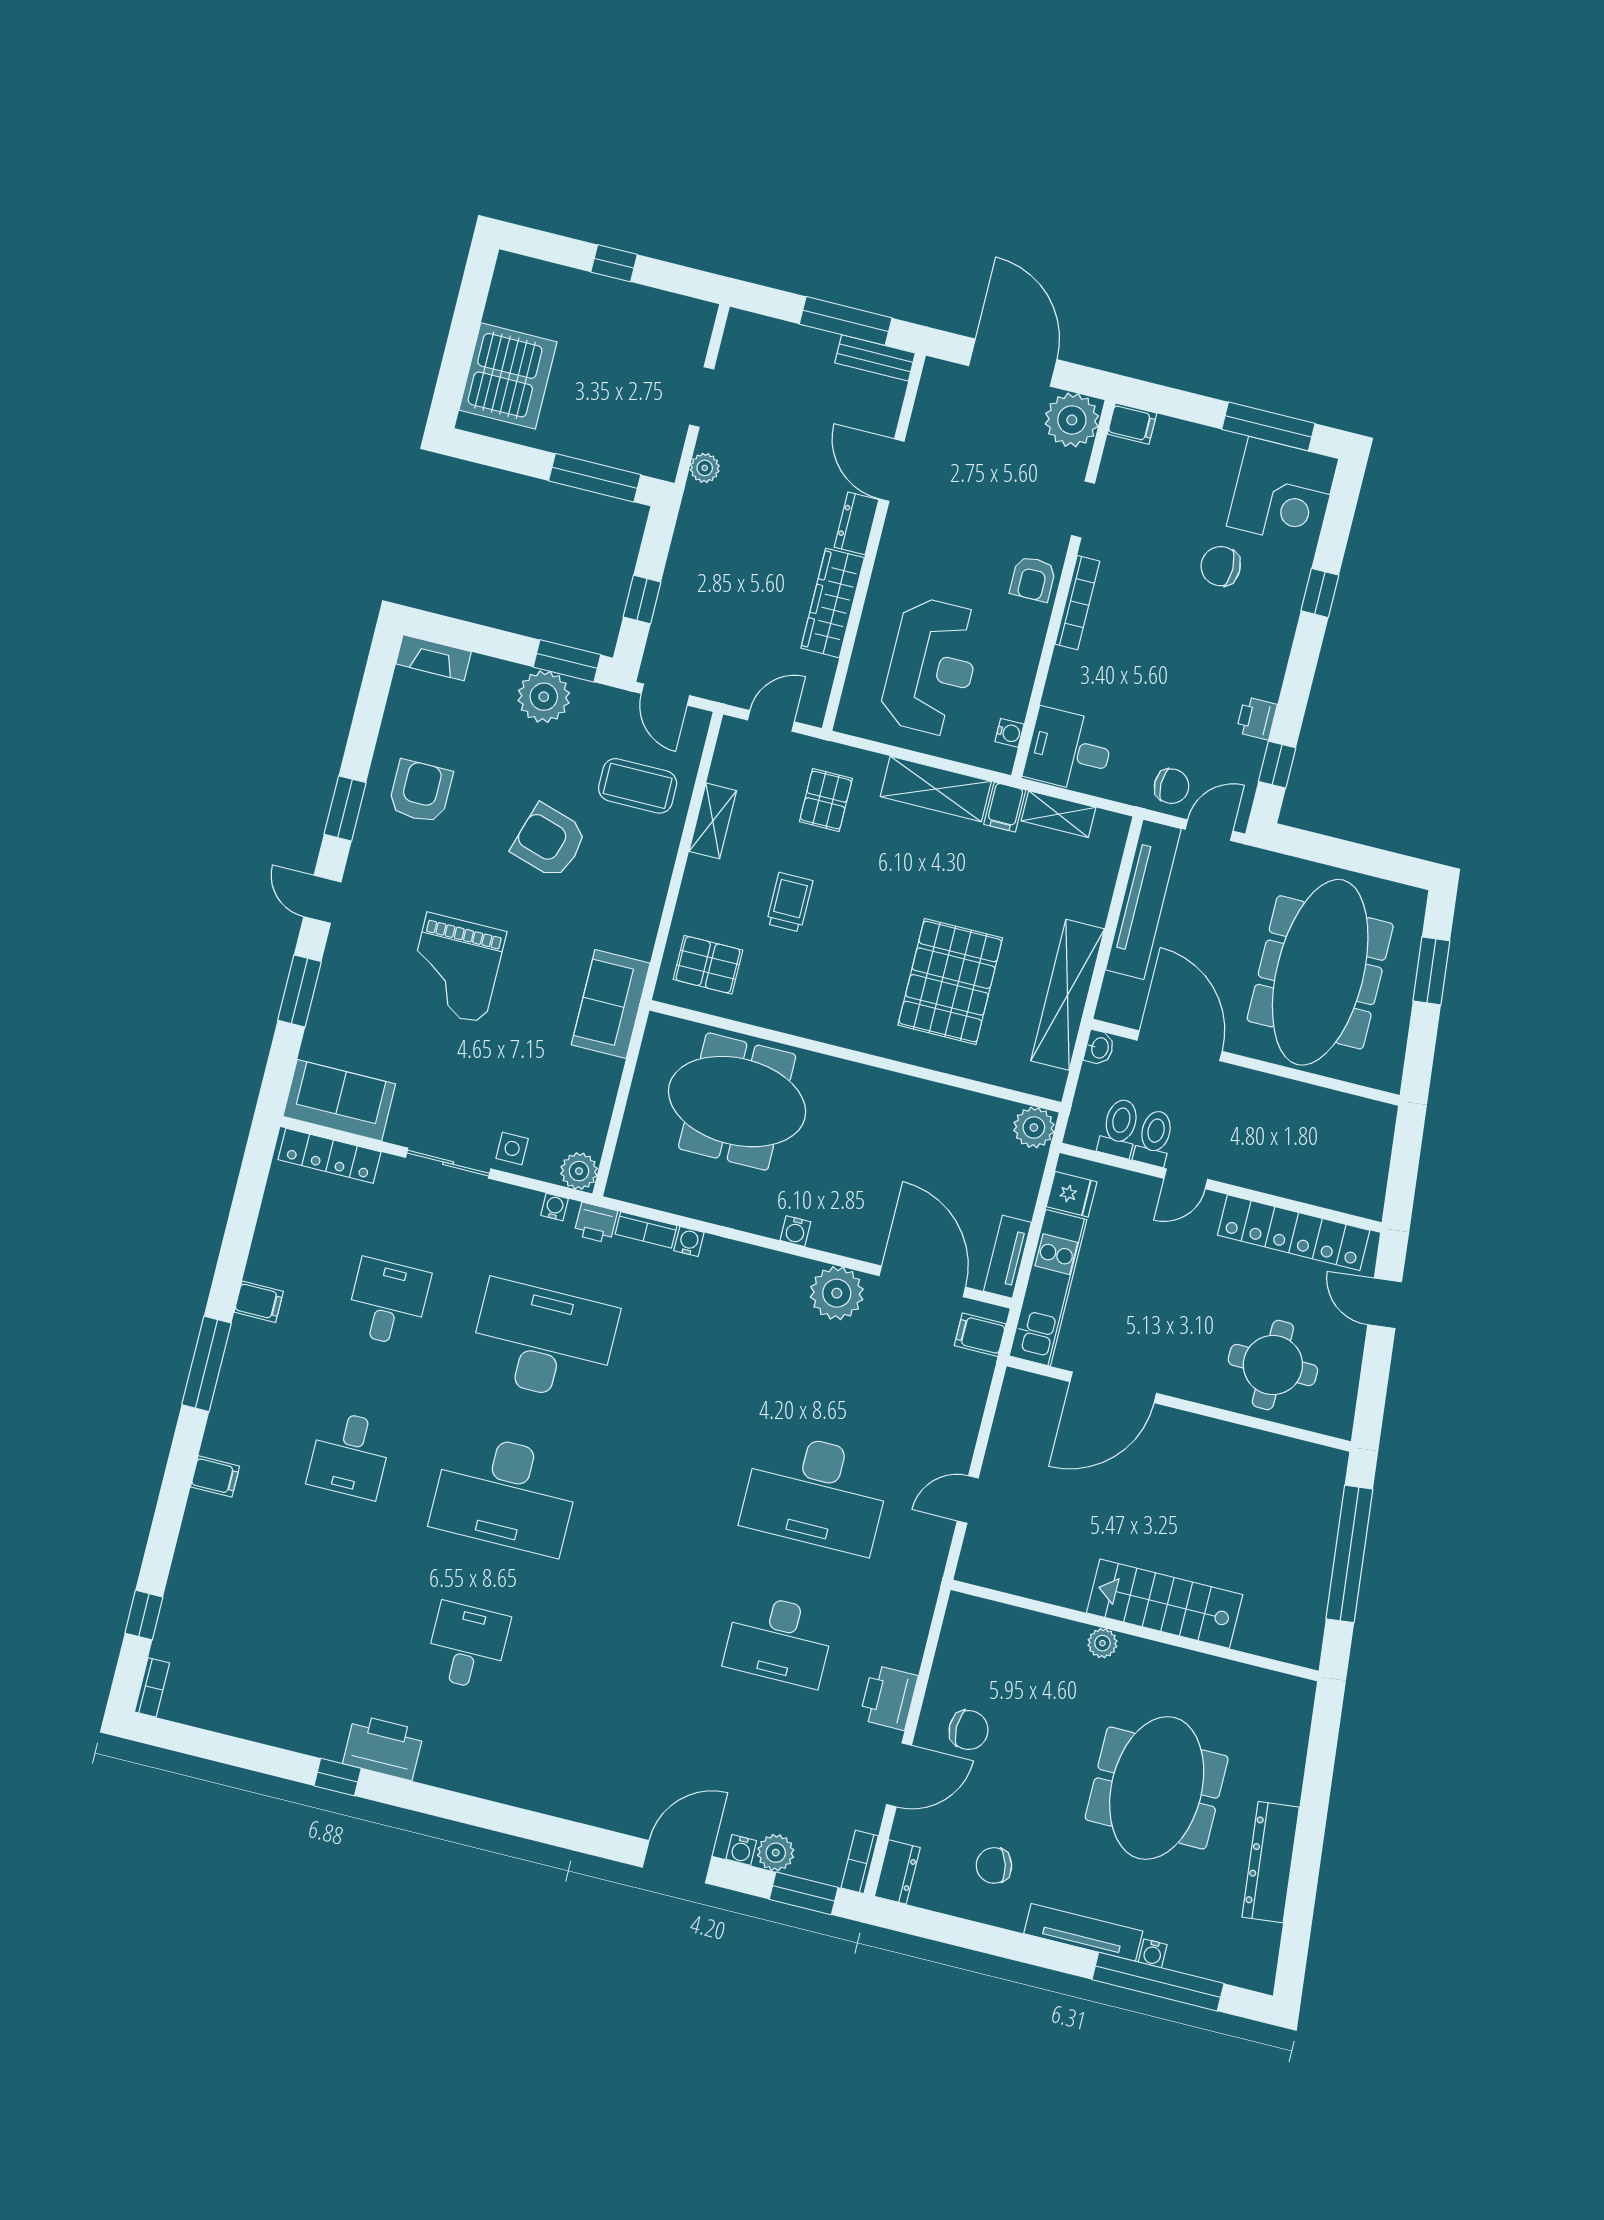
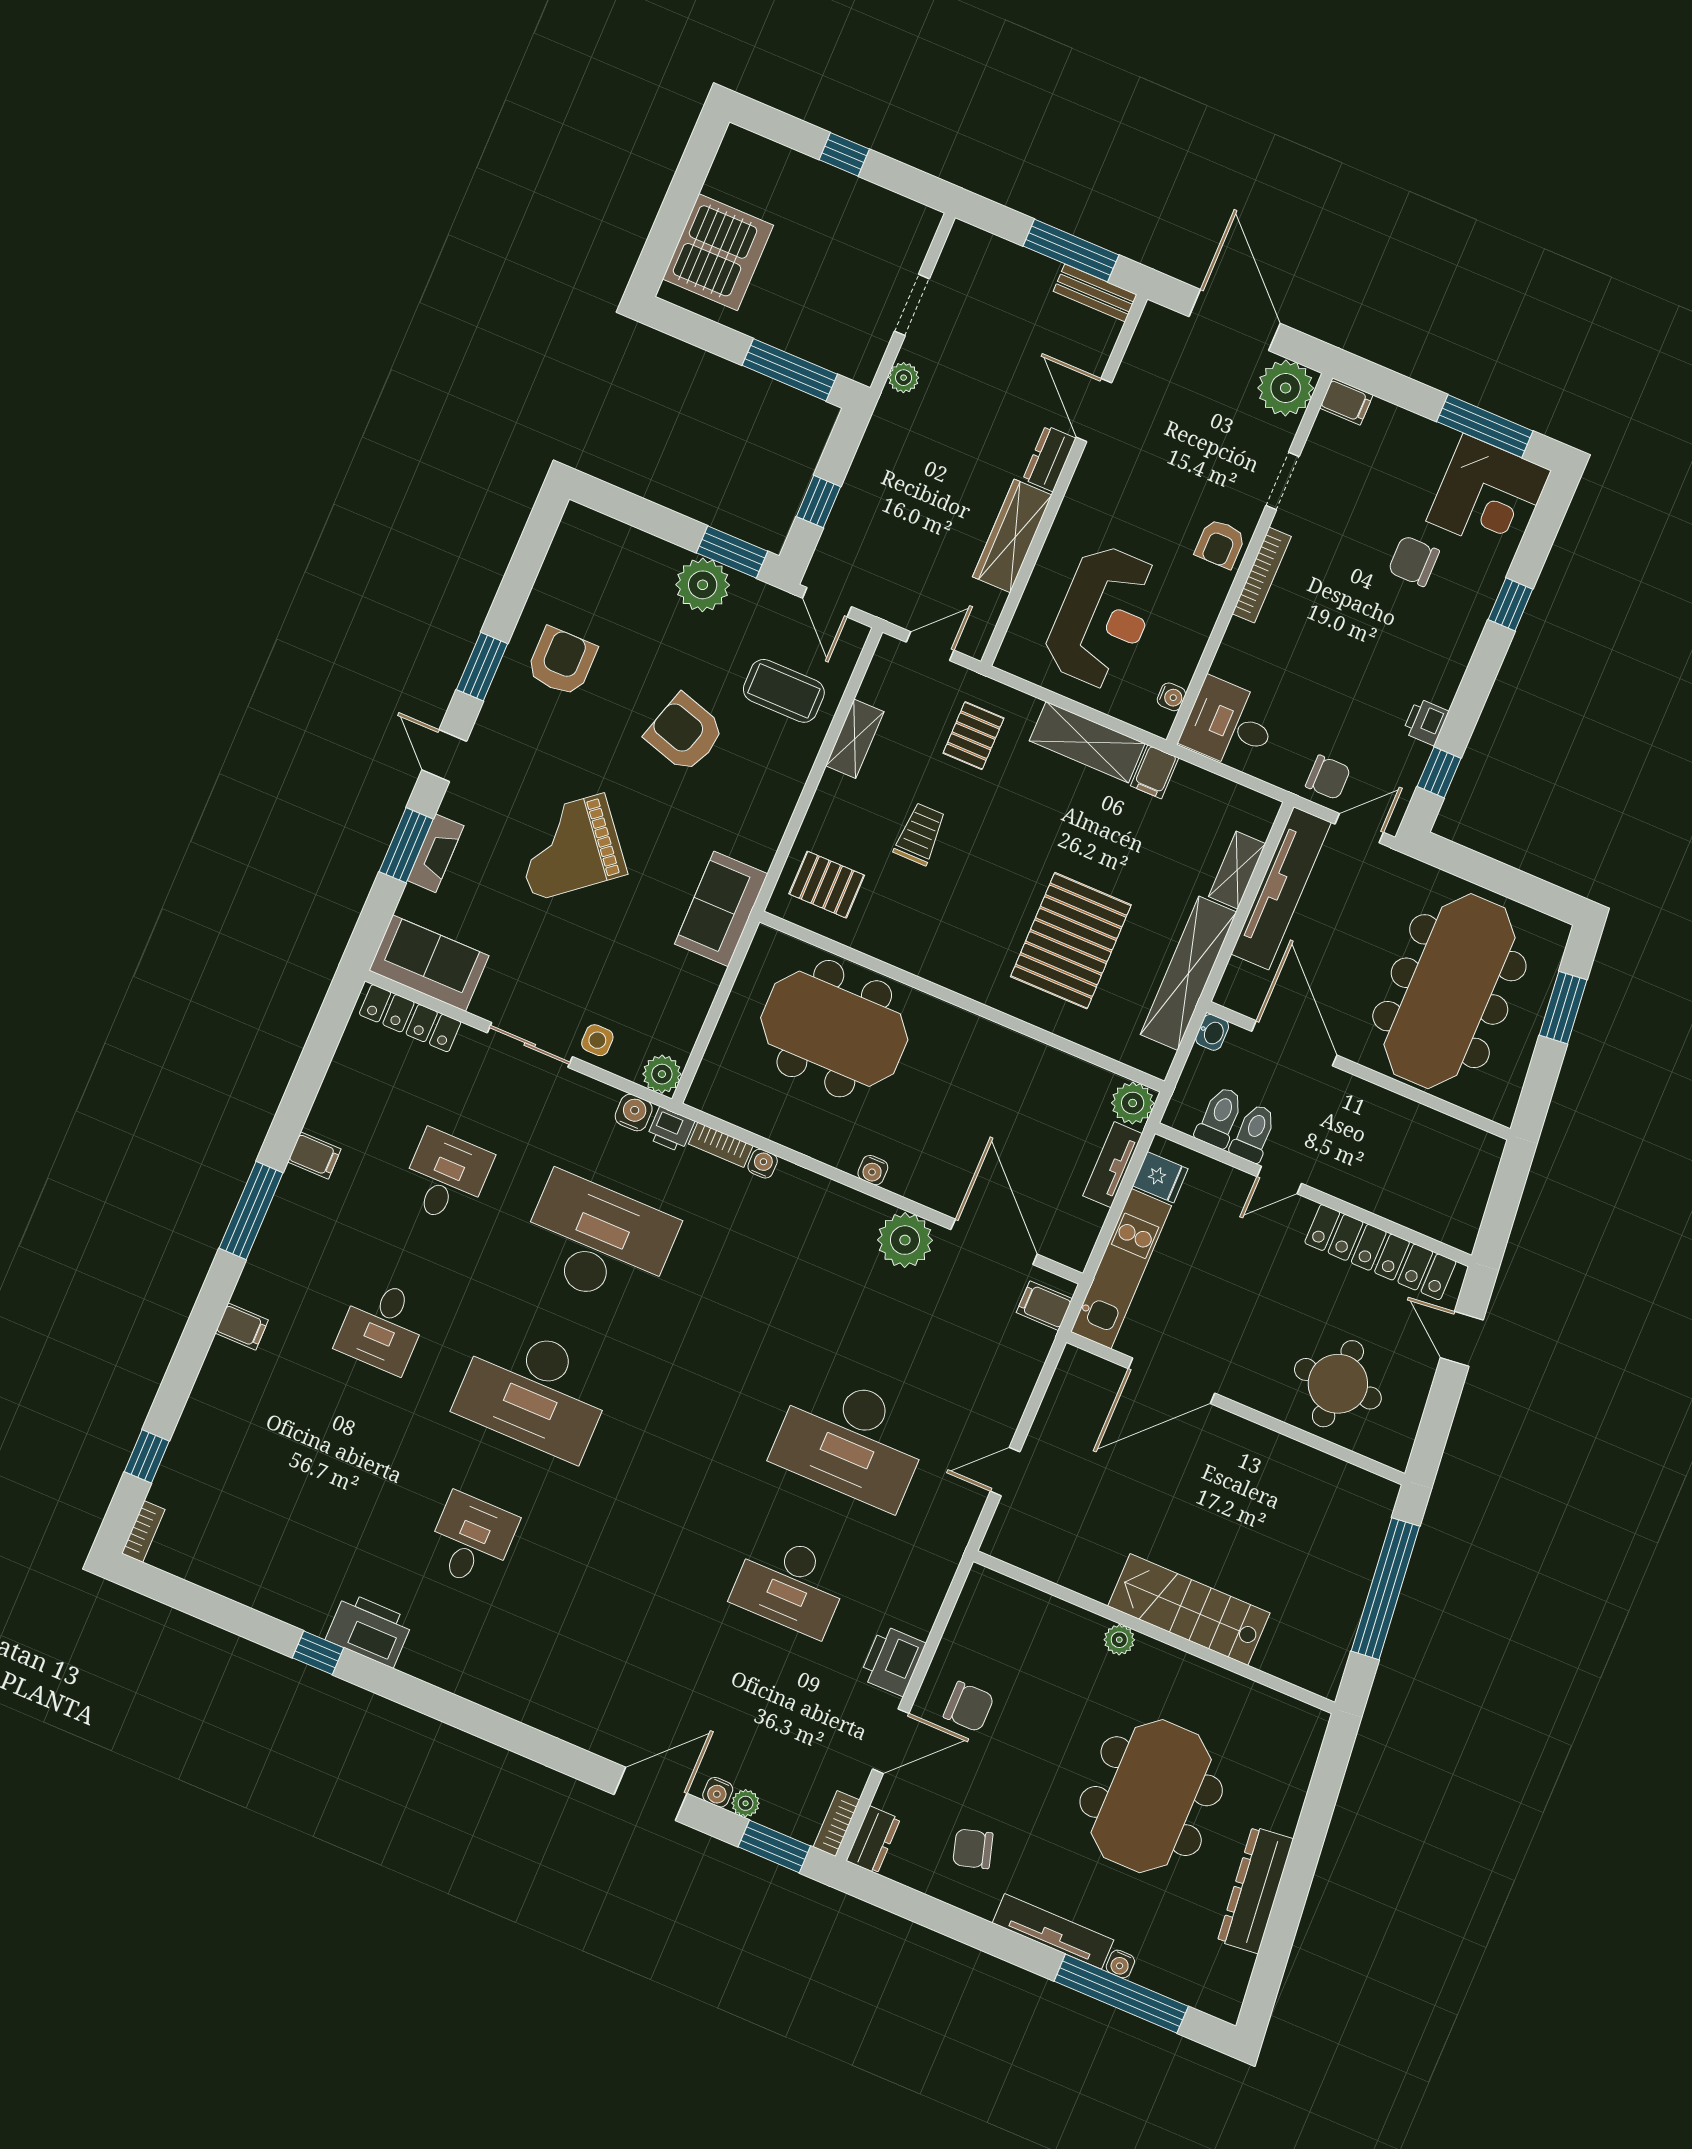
fireplace: (434, 658) -> (436, 853), moved, turned -90
shelving: (1058, 814) -> (1237, 870), moved, turned 90
grand piano: (456, 968) -> (569, 847), turned 51
water cooler: (555, 1207) -> (634, 1113), width x1.38, depth x1.38
tv unit: (1007, 1257) -> (1113, 1165), moved
plant: (776, 1853) -> (746, 1803), width x0.73, depth x0.73

